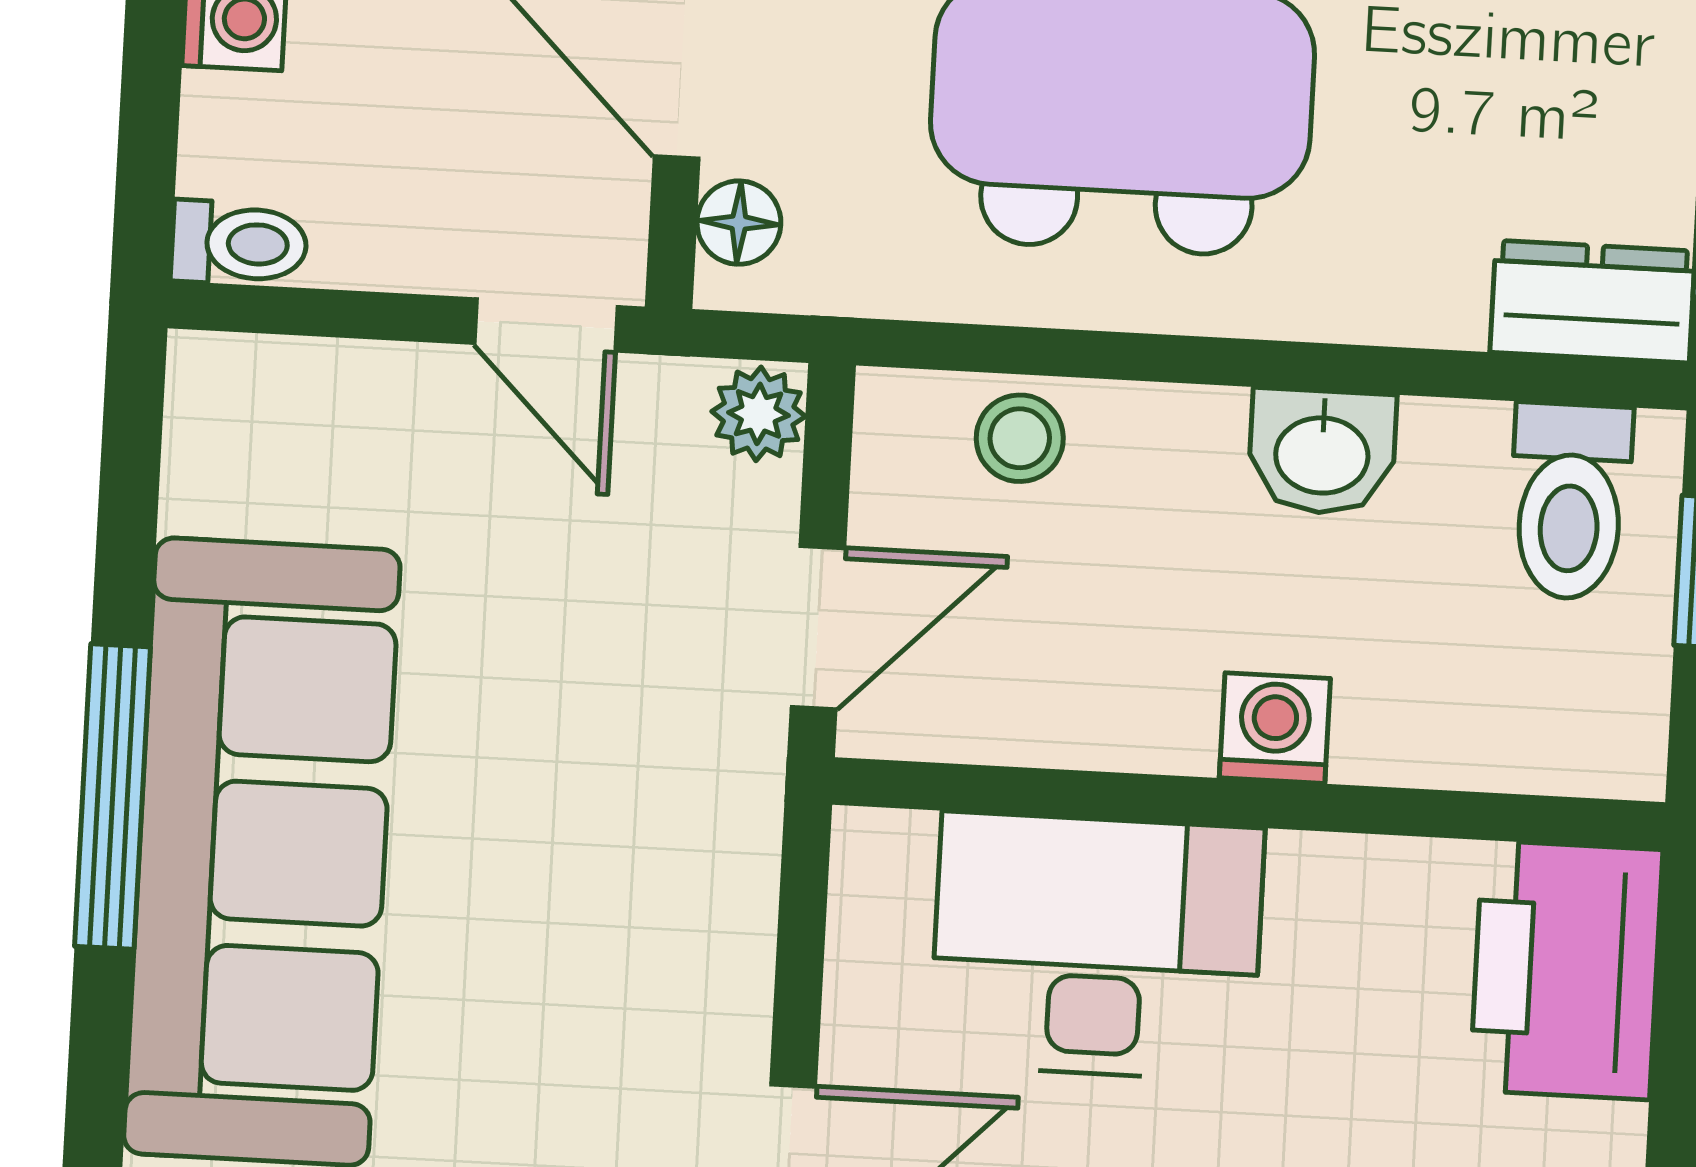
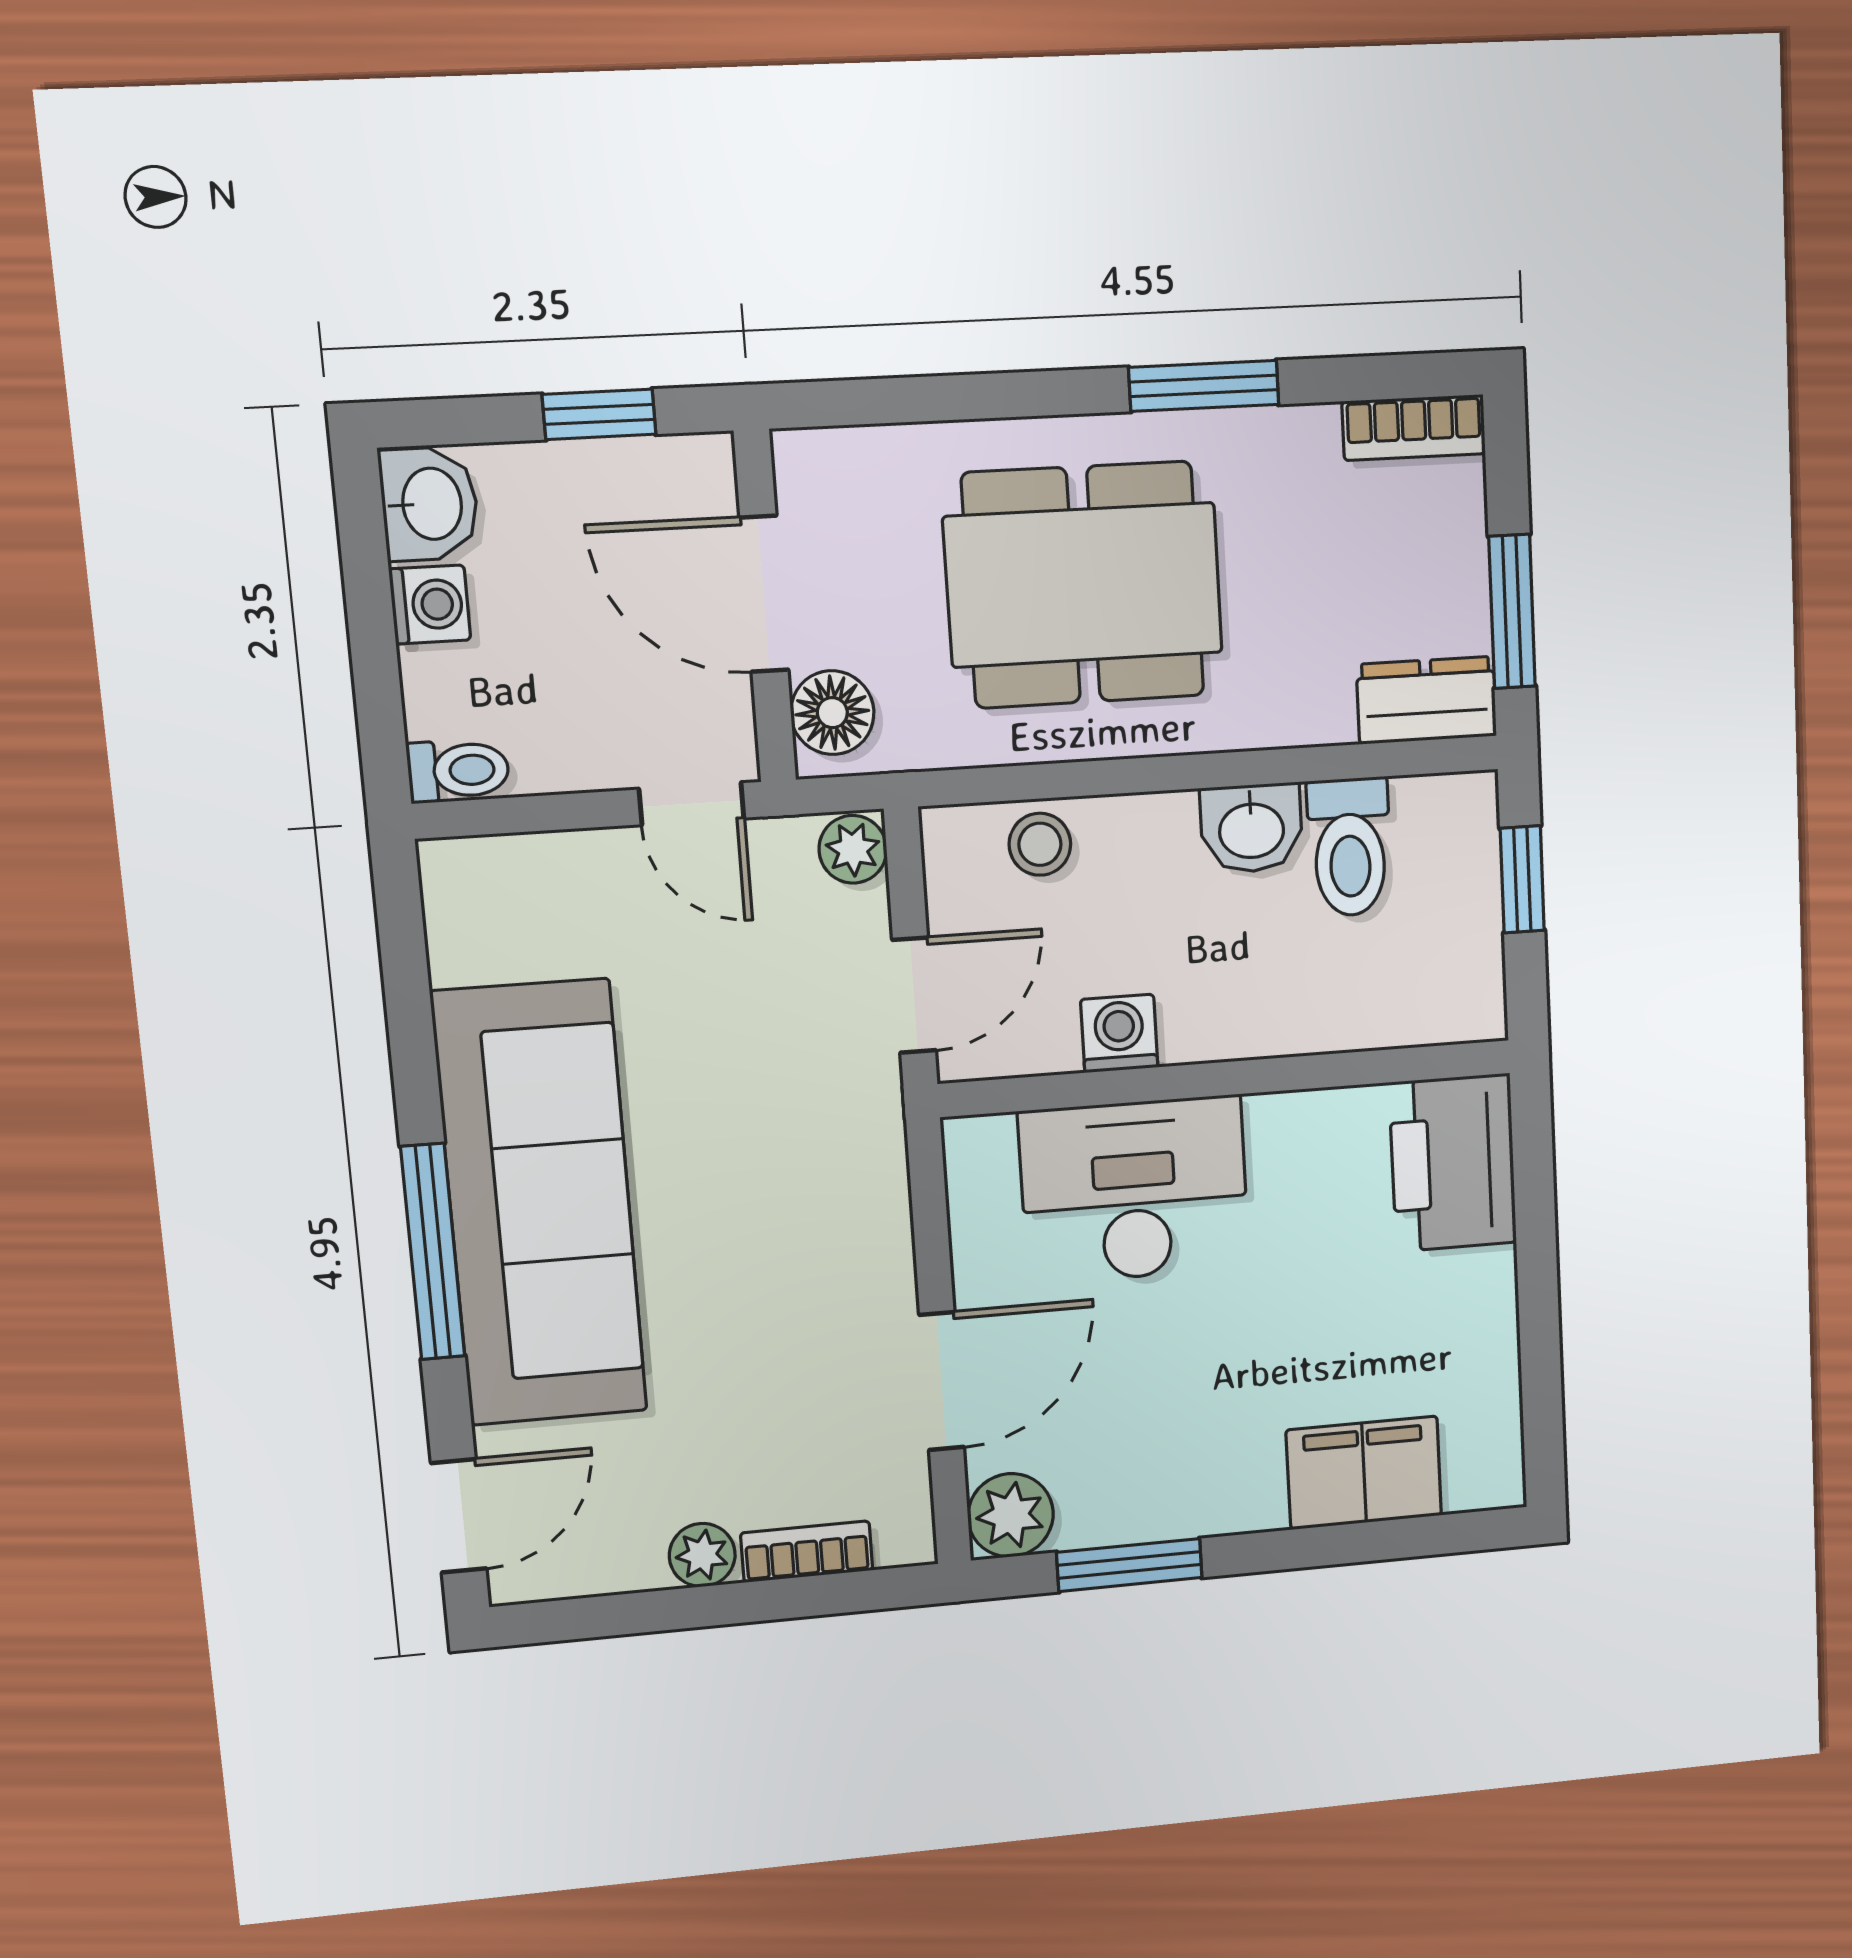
floor lamp: (739, 223) -> (832, 713), width x1.37, depth x1.37
toilet: (1570, 501) -> (1350, 847), moved
washing machine: (1275, 728) -> (1119, 1034), moved
window: (112, 797) -> (433, 1252), moved

